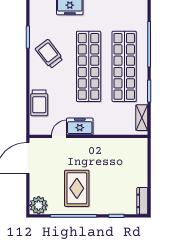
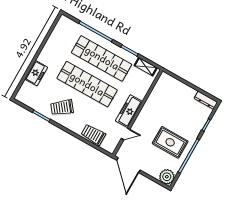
trolley: (39, 103) -> (93, 135), turned 180
freezer: (80, 126) -> (129, 111), width x1.40
door: (59, 136) -> (126, 134), swing flipped

